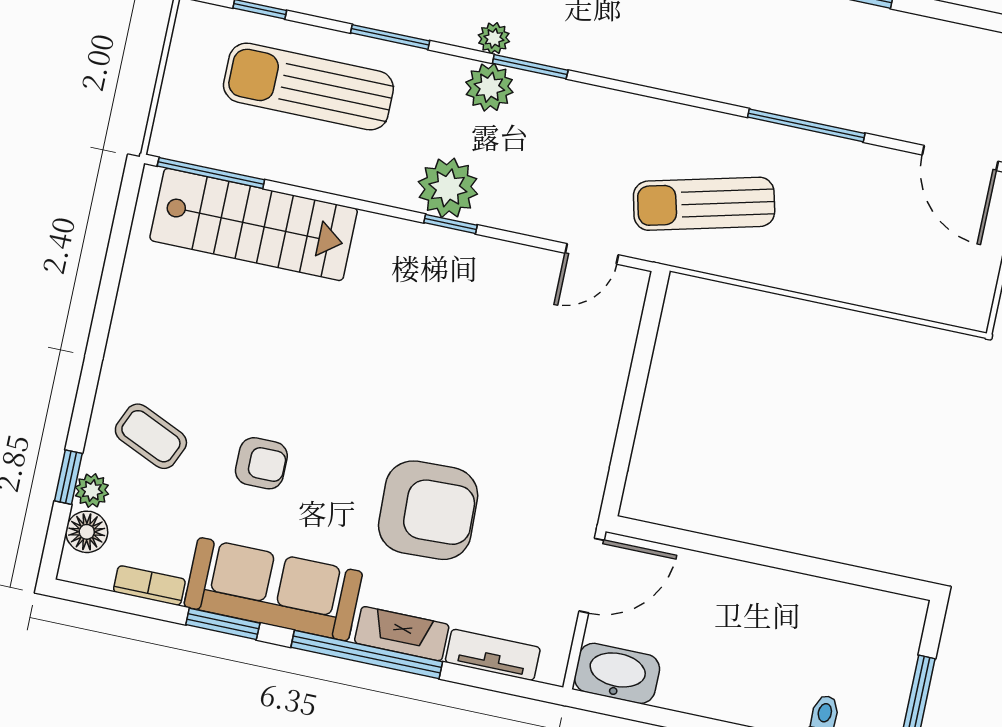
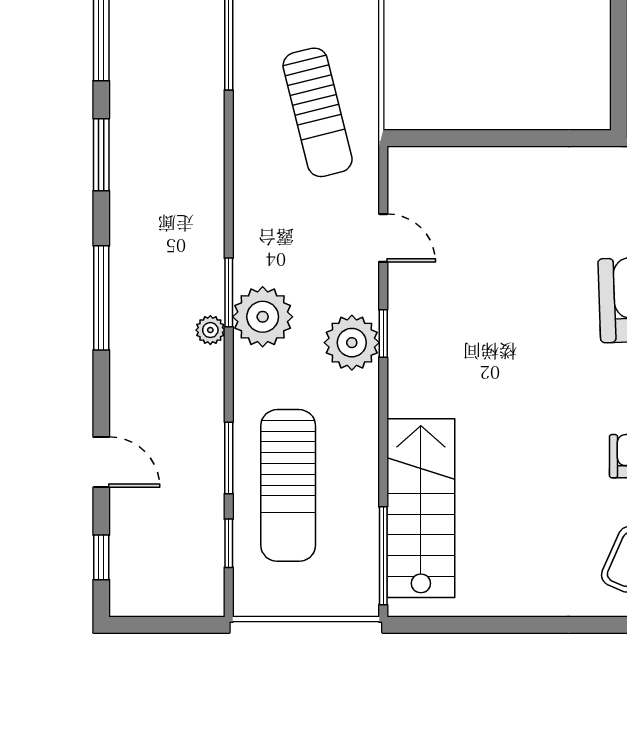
window: (390, 37) -> (229, 458), moved
plant: (489, 87) -> (263, 317), width x1.36, depth x1.36
door: (592, 254) -> (383, 238), moved

